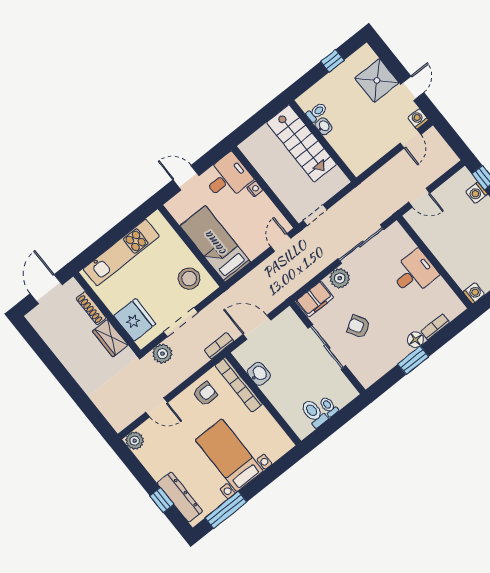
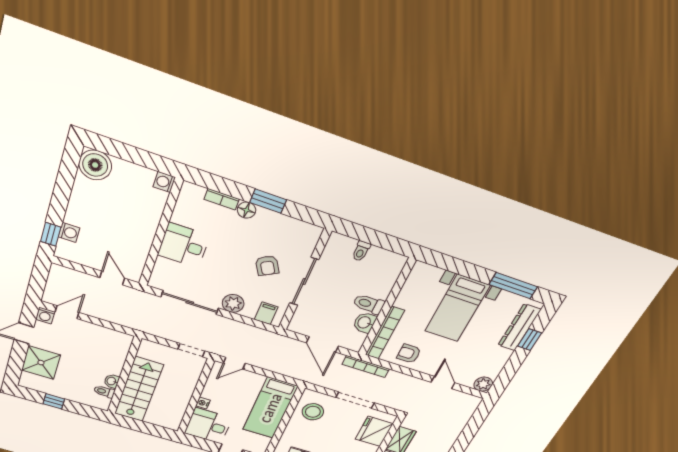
filing cabinet: (315, 299) -> (266, 313), width x0.50
bookcase: (219, 346) -> (366, 367), width x1.56
plant: (162, 354) -> (391, 400), removed
toilet: (314, 413) -> (369, 304), moved, turned 90

